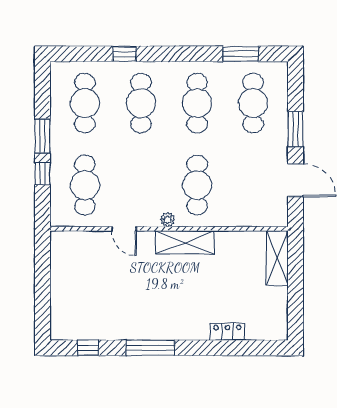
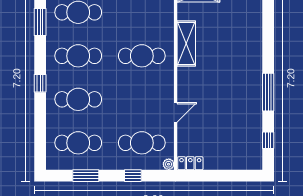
window: (124, 54) -> (40, 83), moved
window: (42, 136) -> (86, 176), moved
plant: (168, 220) -> (169, 164), moved
shelving: (185, 242) -> (186, 44), moved
locker: (227, 332) -> (190, 163), moved, turned 90

